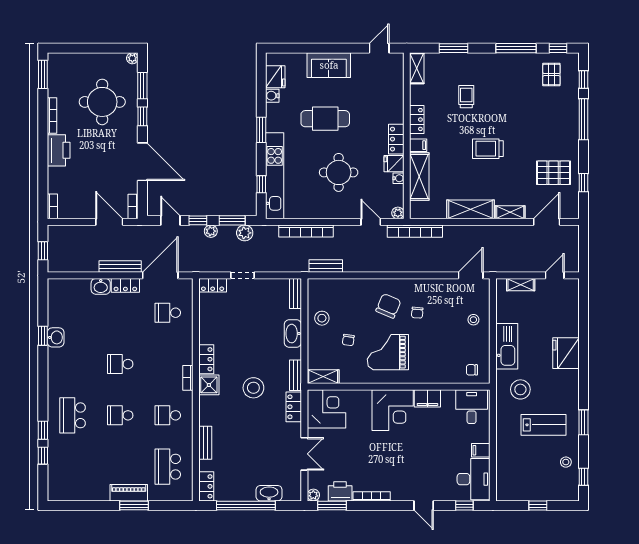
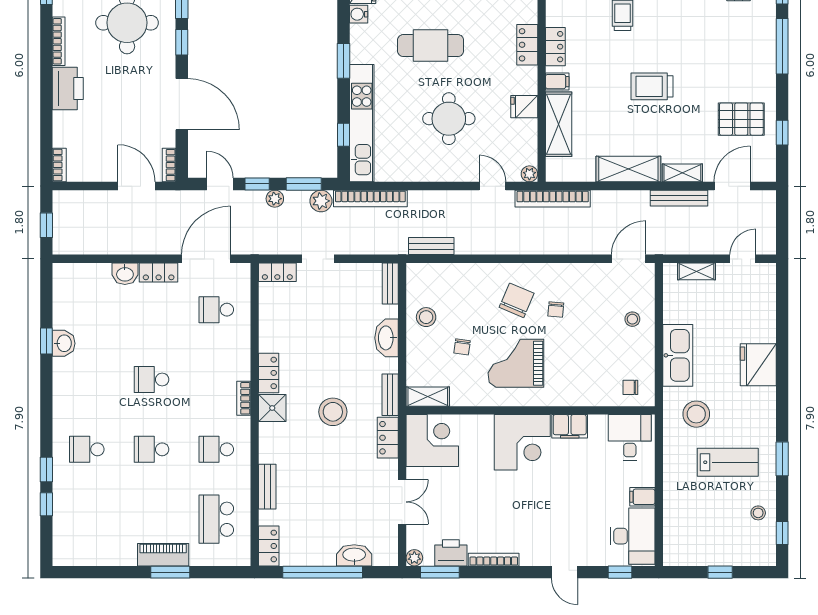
locker: (396, 139) -> (527, 45), moved
water cooler: (398, 178) -> (530, 127), removed
bookcase: (306, 231) -> (370, 198), moved
bench: (120, 267) -> (679, 198), moved
school desk: (73, 415) -> (87, 449), width x0.54

